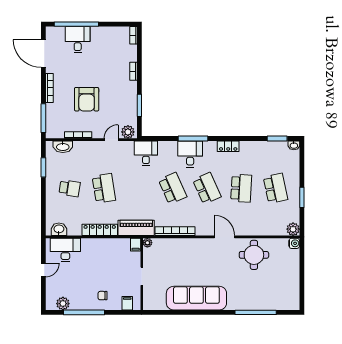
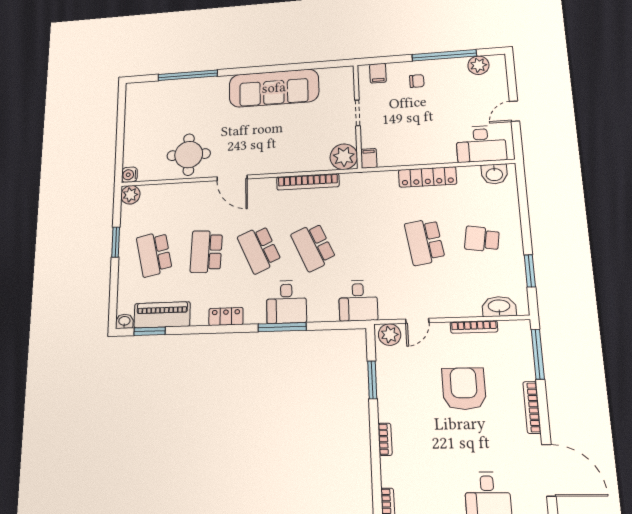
piano: (136, 228) -> (162, 315), moved, turned 180
plant: (147, 243) -> (344, 157), width x1.87, depth x1.87

